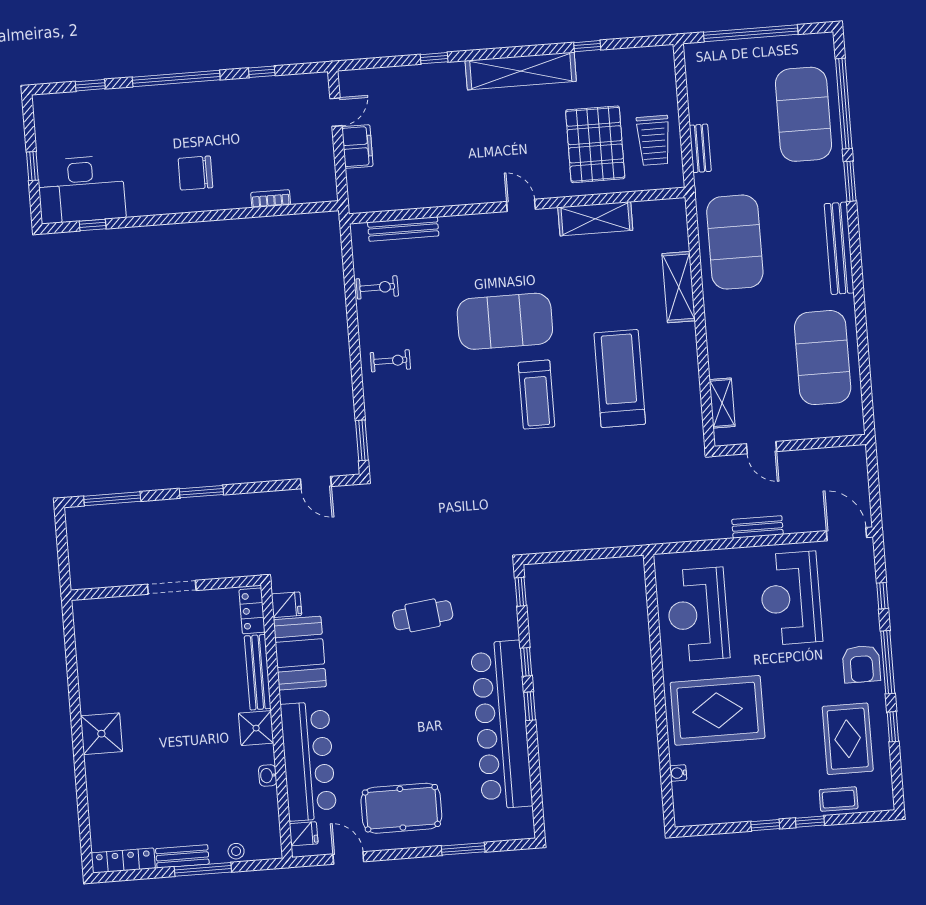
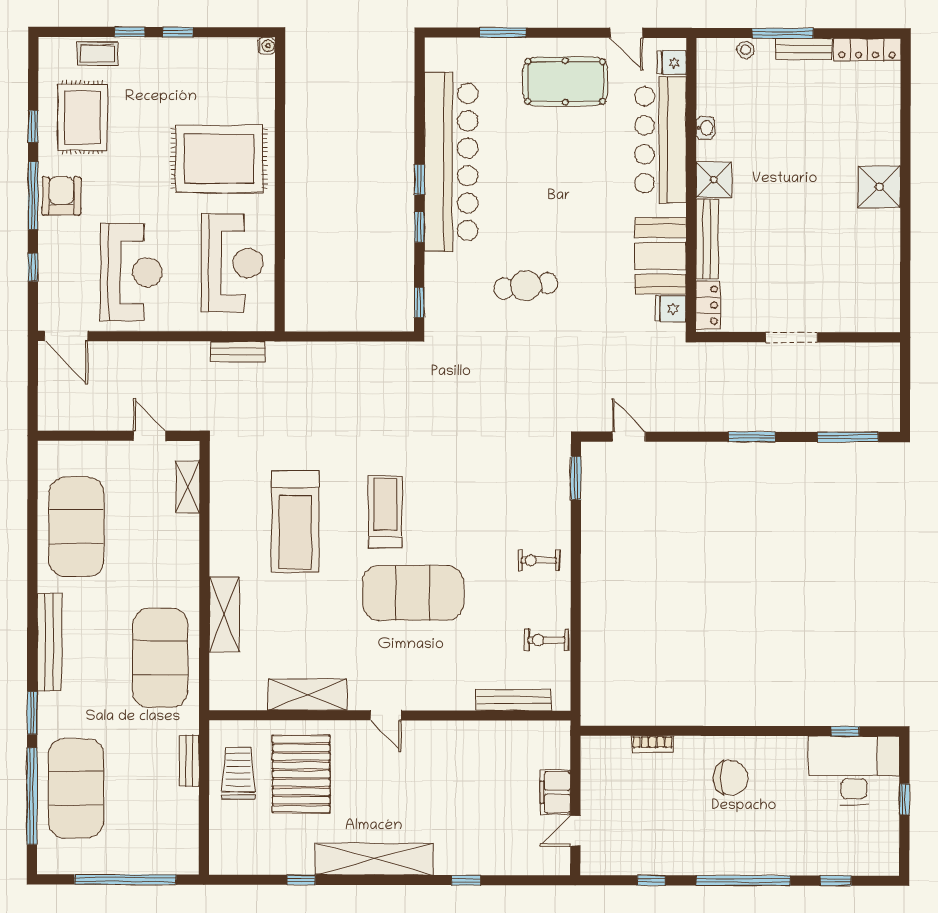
bench: (757, 527) -> (238, 352), moved
water cooler: (678, 773) -> (267, 46), moved

